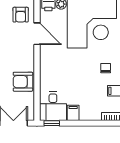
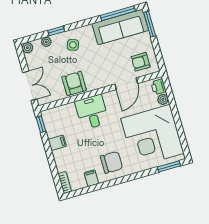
chair: (106, 68) -> (112, 162), width x1.87, depth x1.87
desk: (53, 106) -> (92, 112), moved, turned 90

